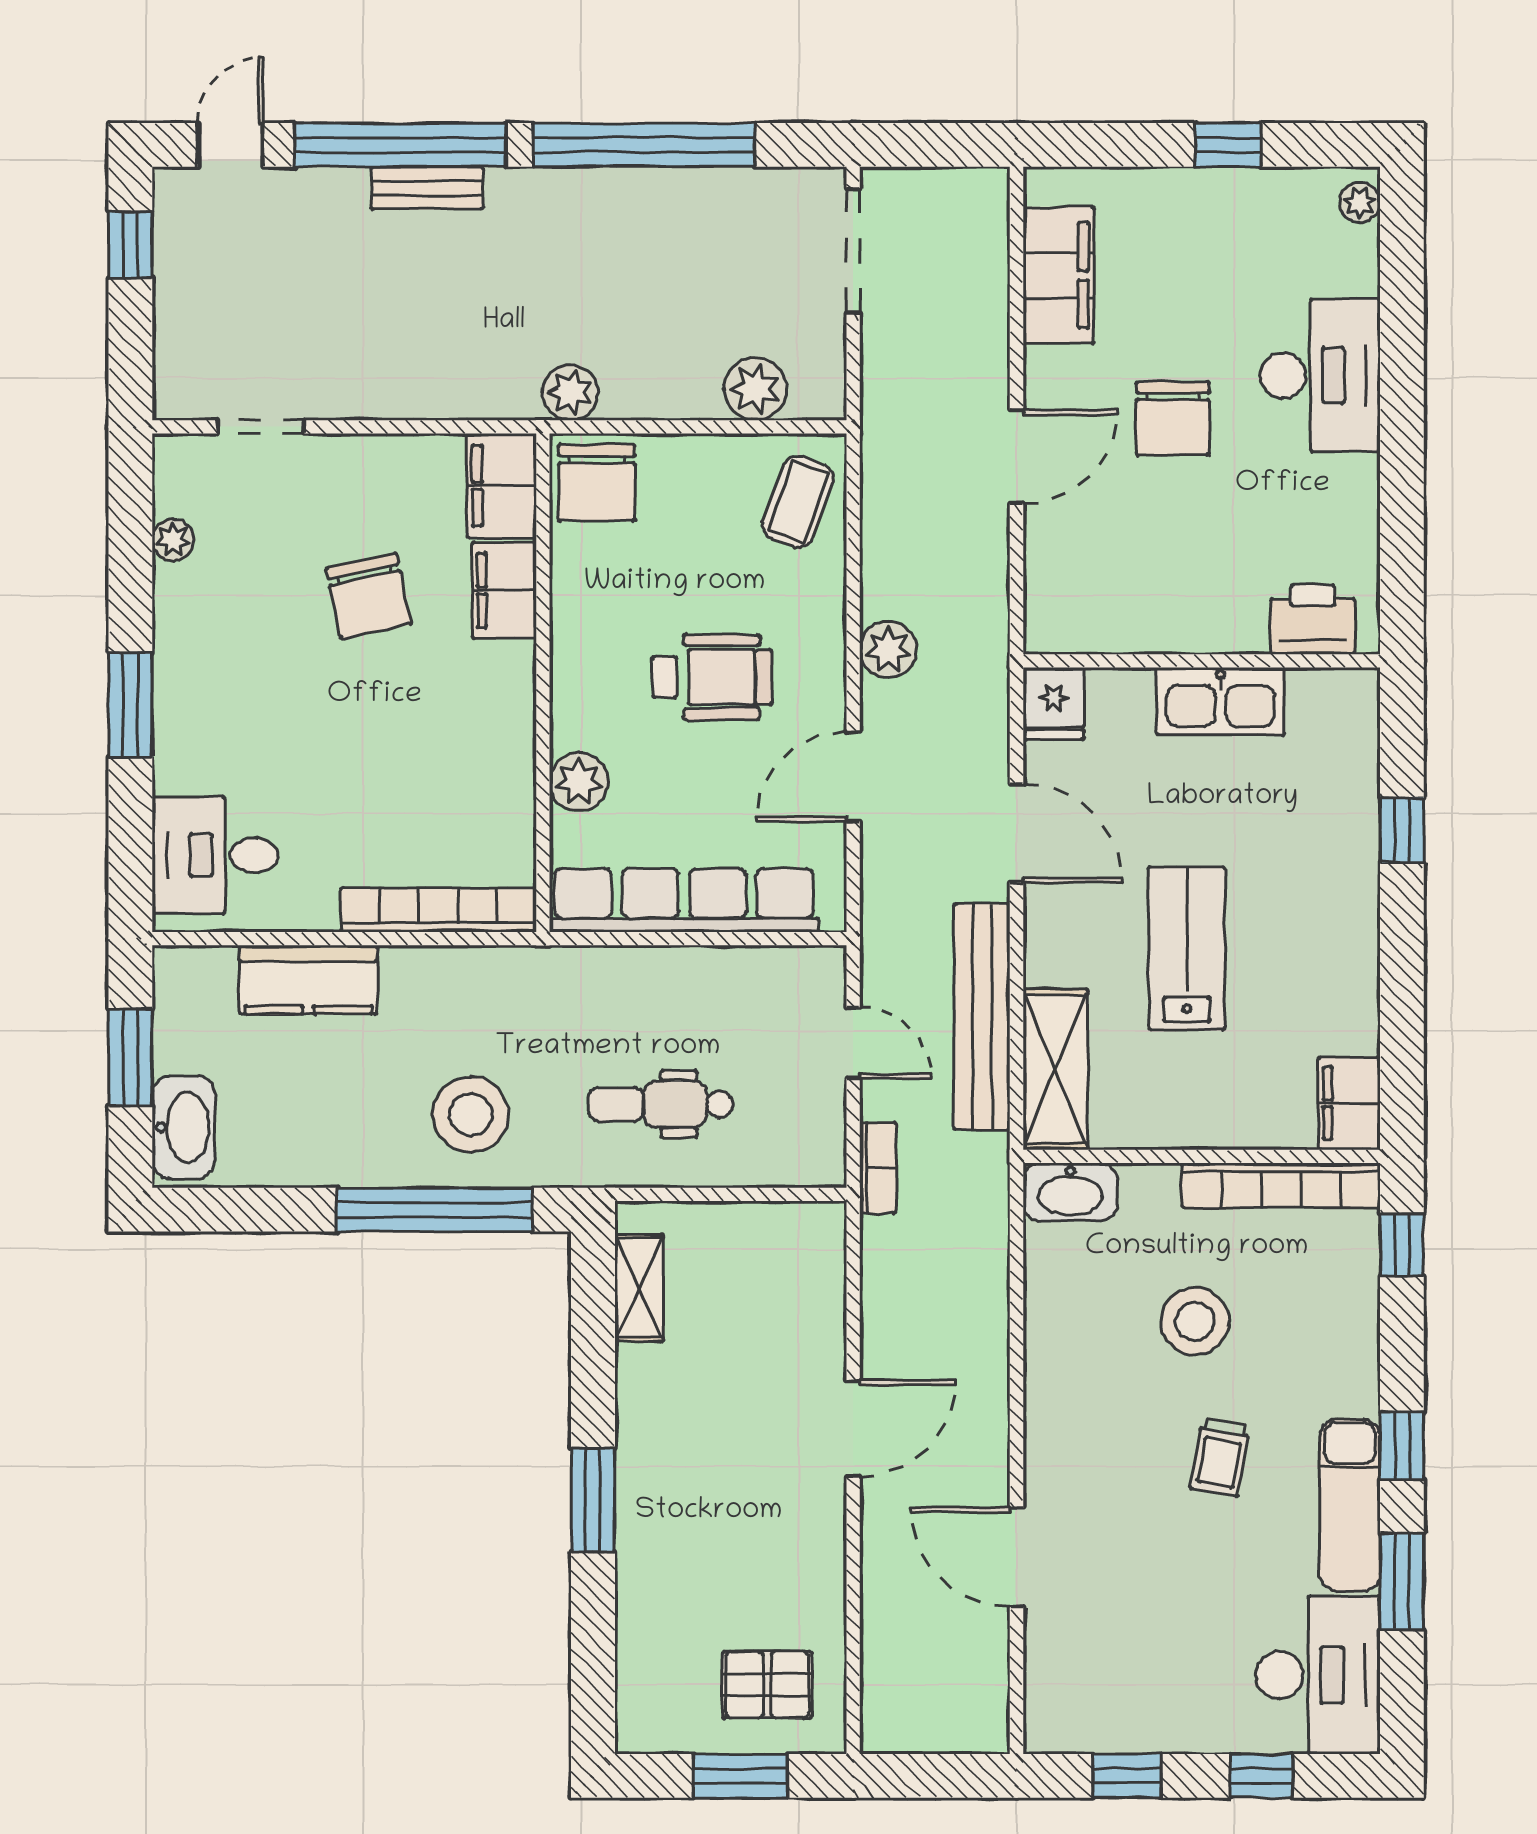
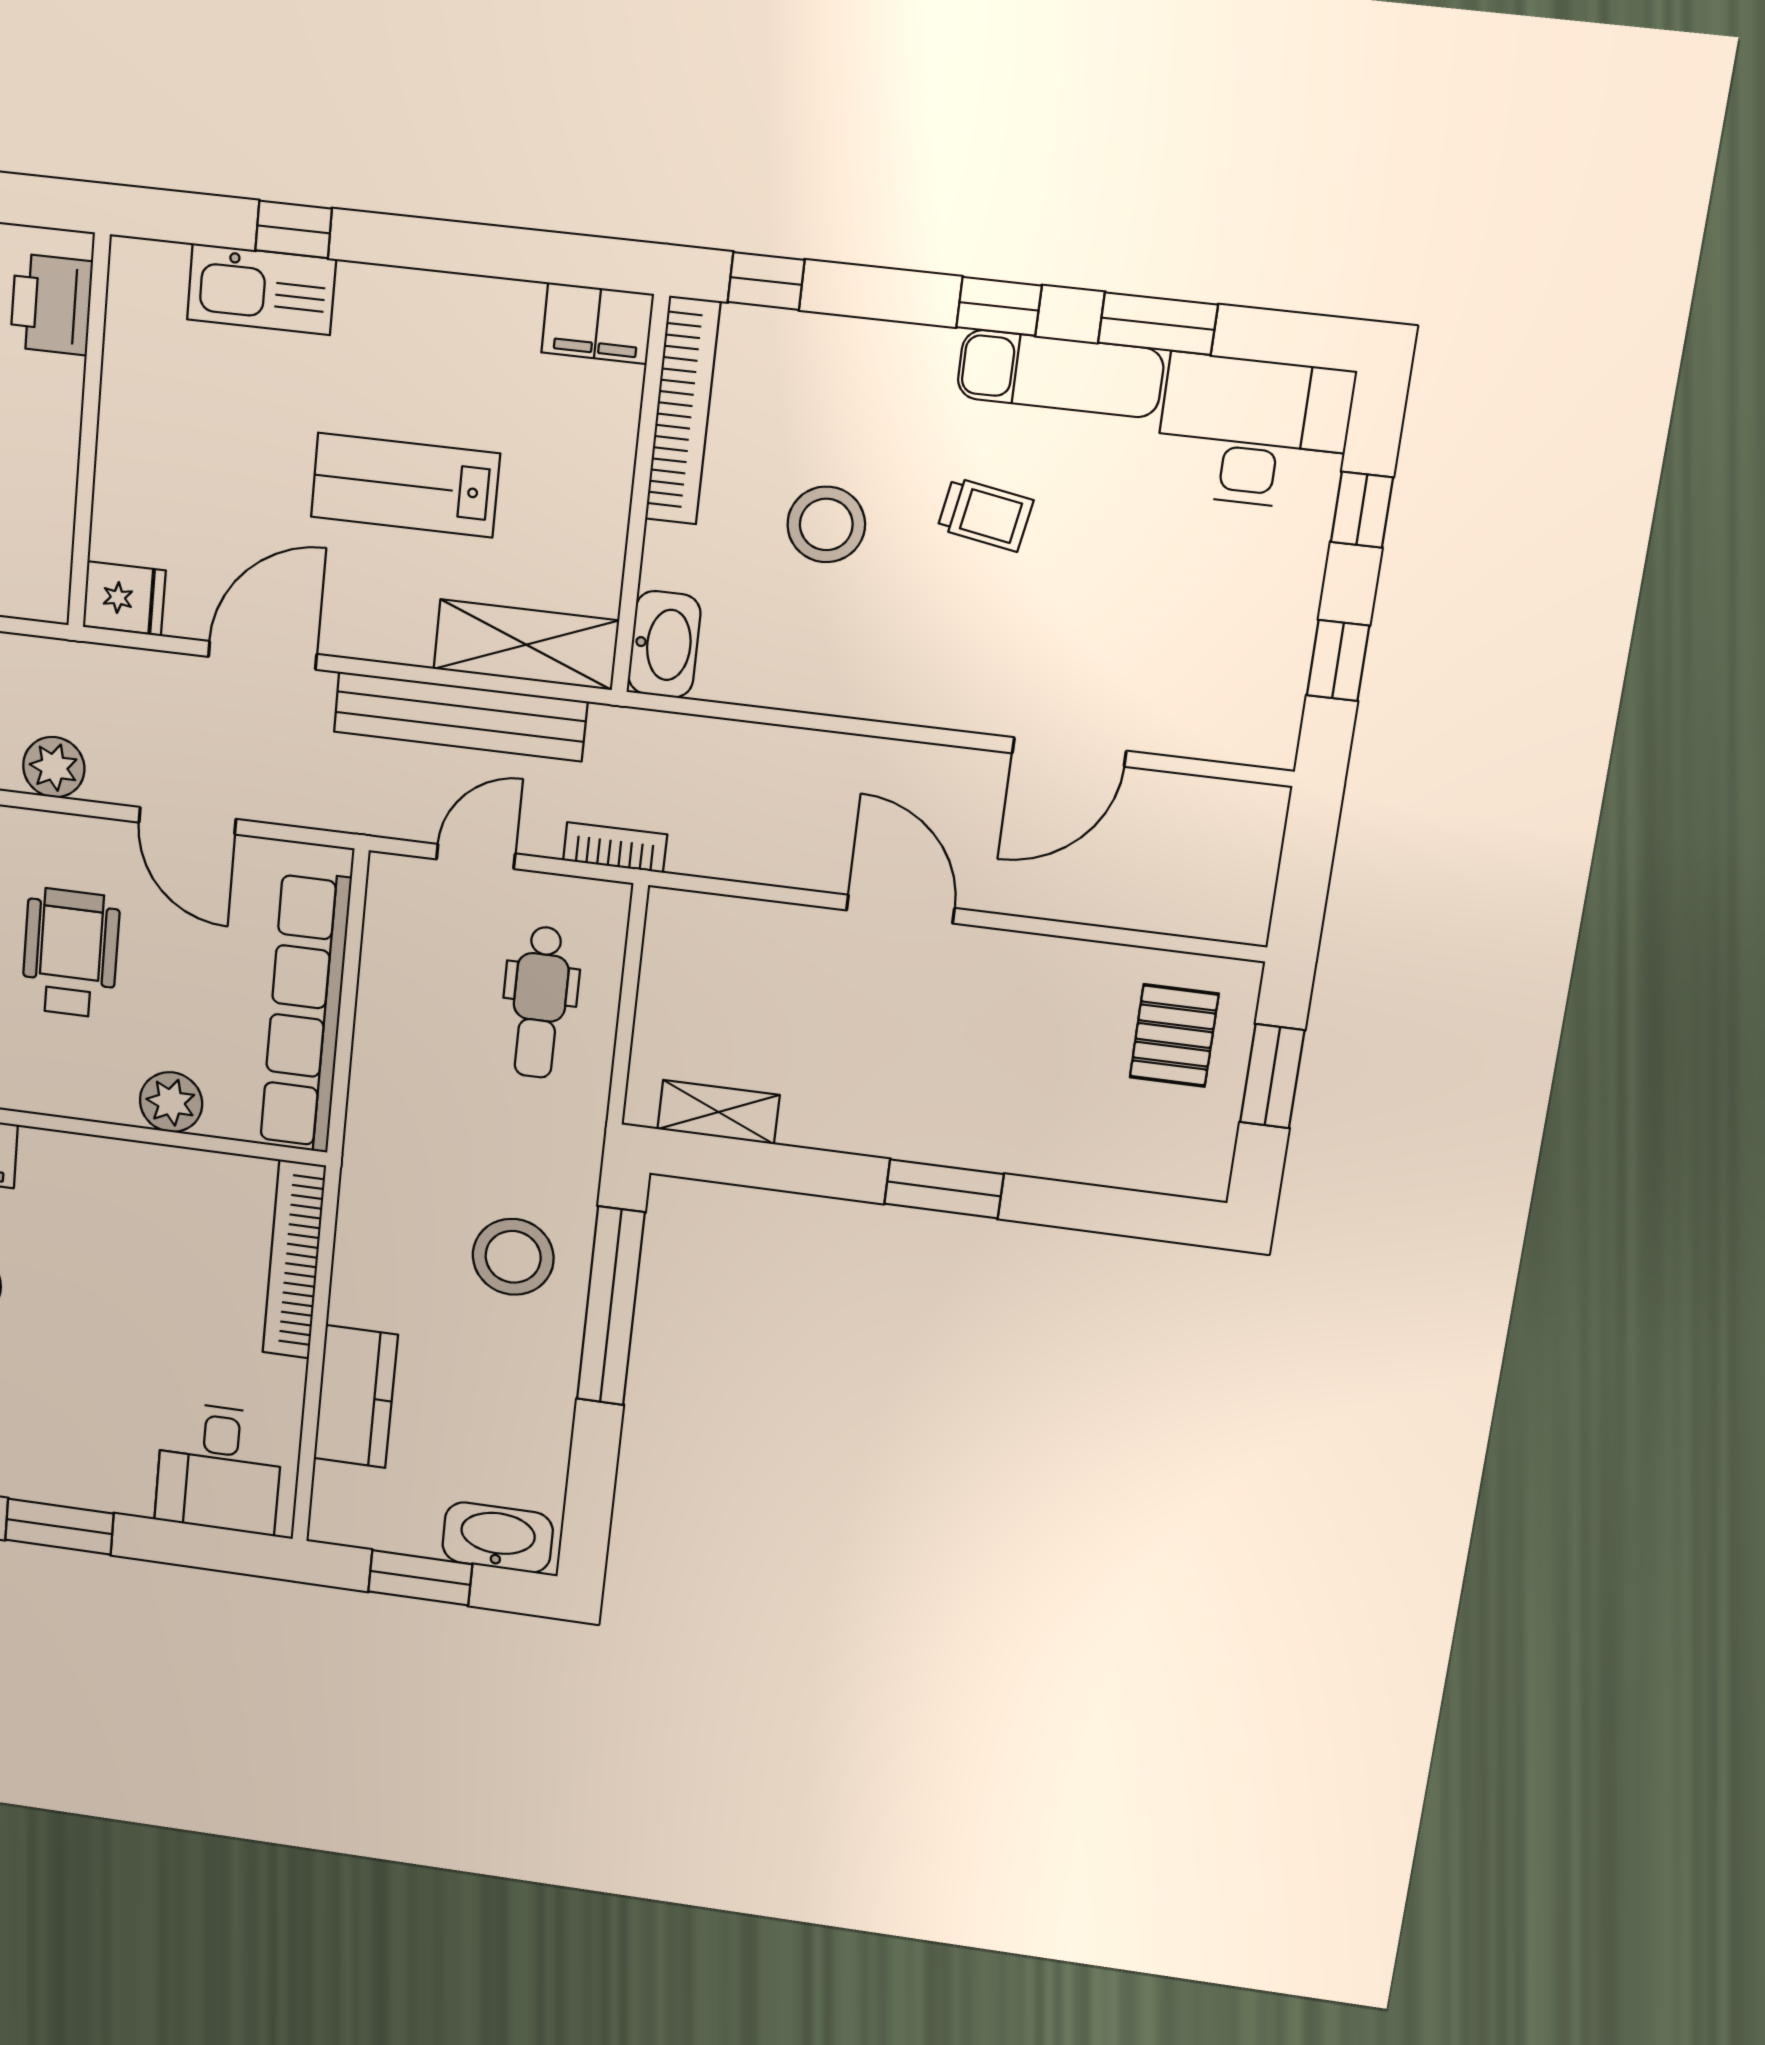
kitchen sink: (1221, 701) -> (261, 289), moved, turned 90
dental chair: (661, 1104) -> (540, 1002), moved

